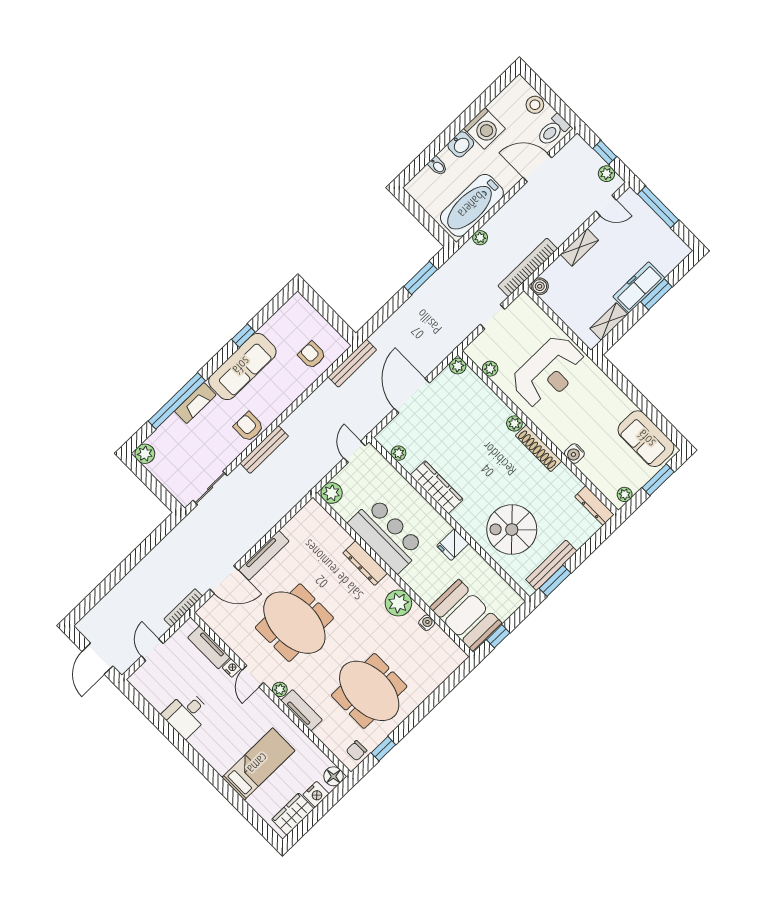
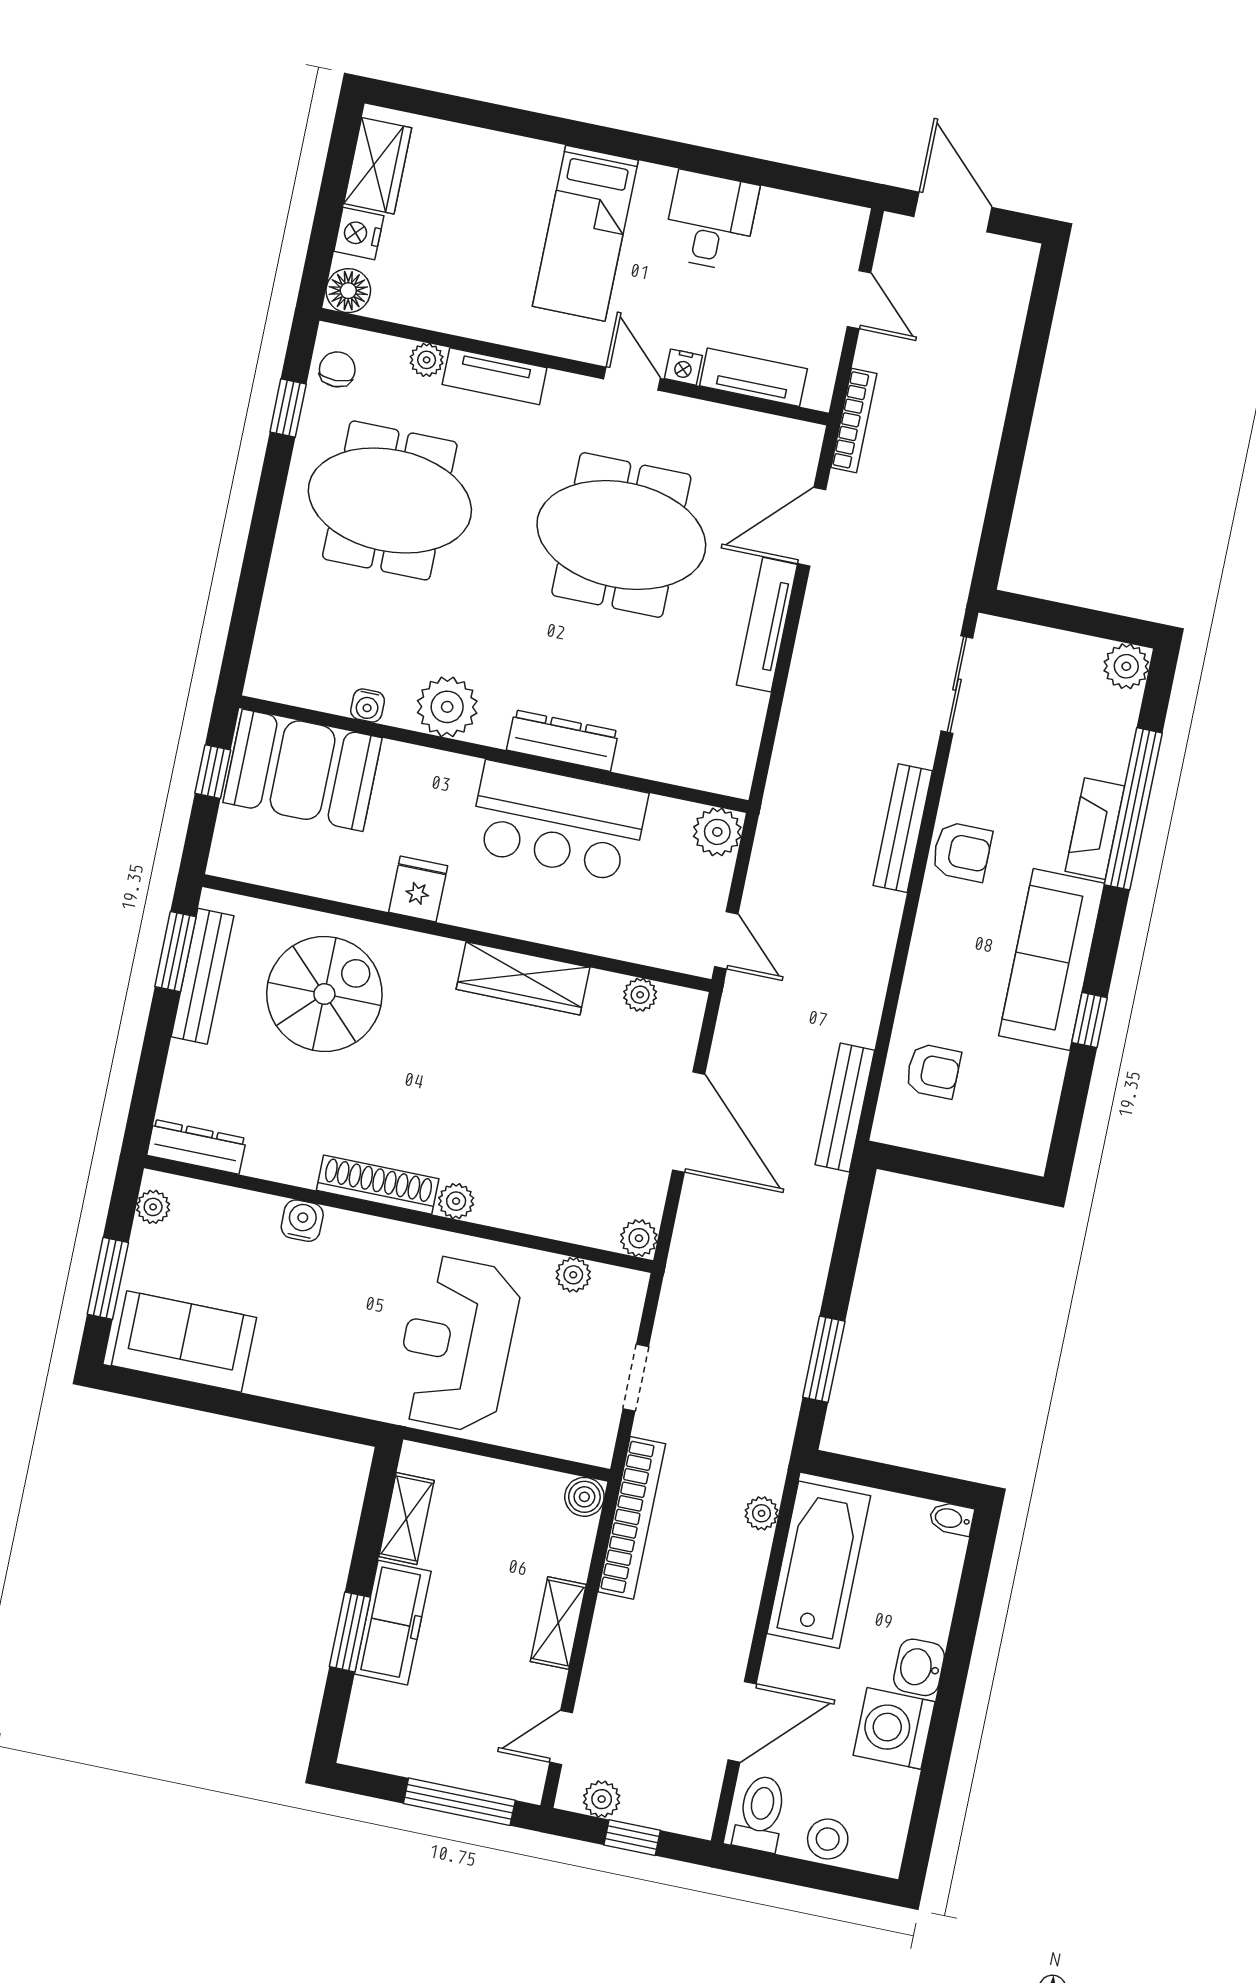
bidet: (438, 166) -> (951, 1519), moved
plant: (280, 689) -> (427, 360), moved
bed: (258, 764) -> (585, 233), moved

